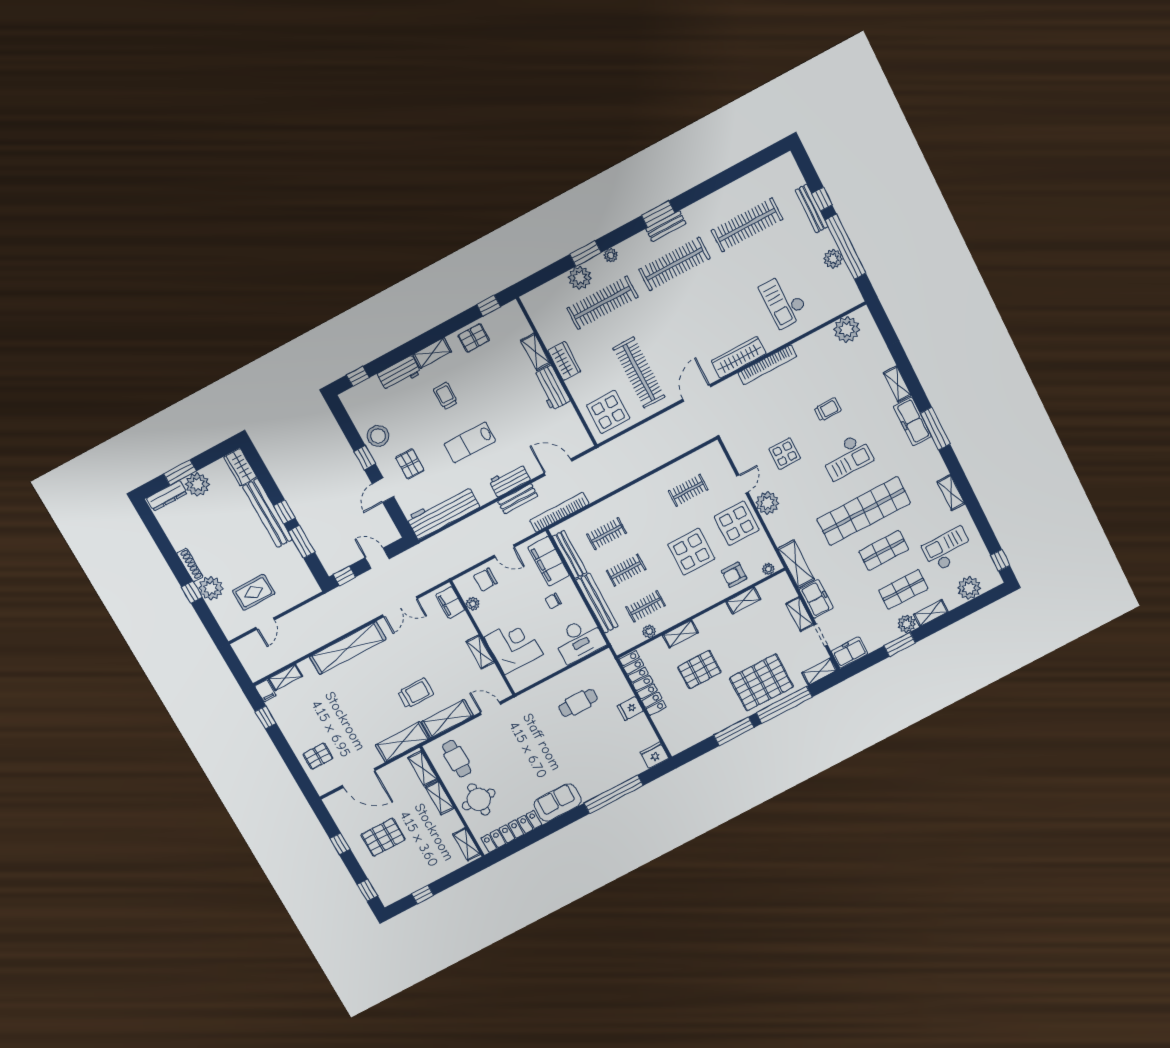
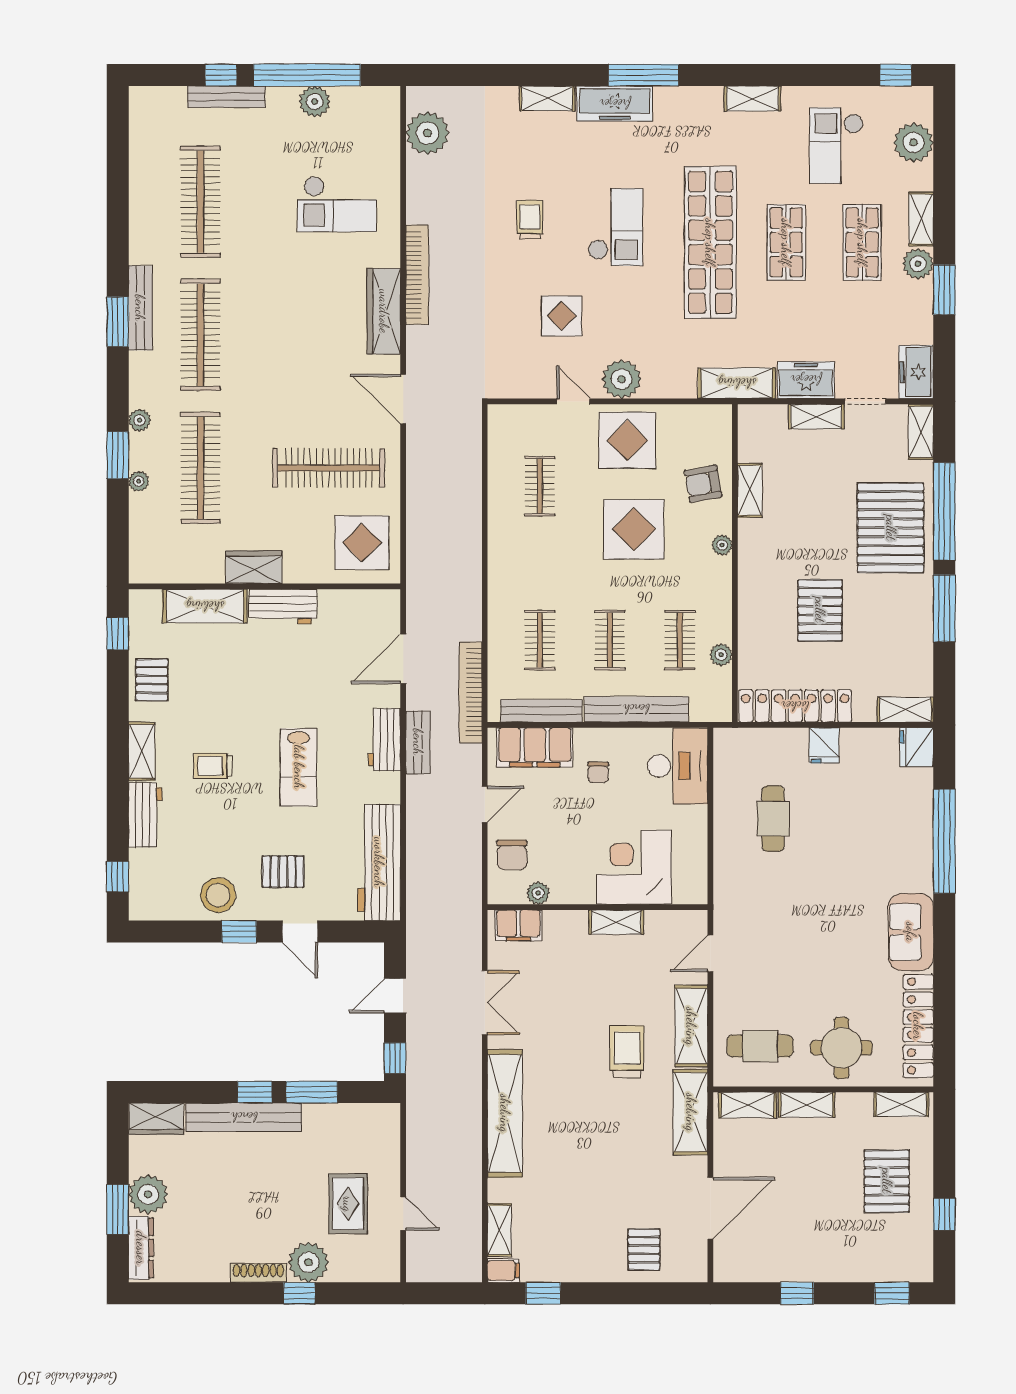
bench: (666, 226) -> (140, 308), width x1.36
plant: (580, 278) -> (139, 481), width x0.53, depth x0.53
shelving: (536, 352) -> (205, 606), width x1.50, depth x1.33
plant: (768, 569) -> (722, 545), moved
armchair: (734, 575) -> (703, 484), turned 80
shelving: (680, 634) -> (905, 710), moved, turned 90
pallet: (383, 837) -> (887, 1181), moved

